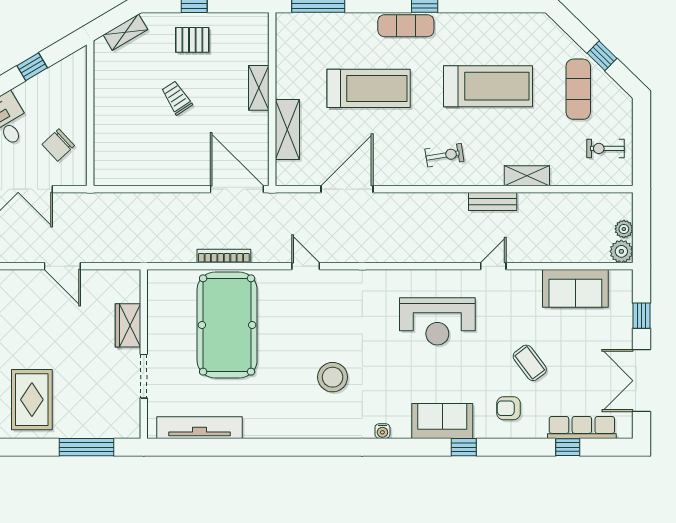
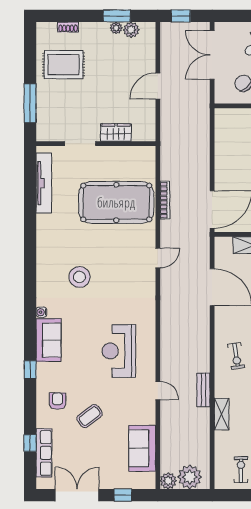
plant: (624, 229) -> (190, 477), width x1.88, depth x1.88
sofa: (442, 421) -> (49, 340), moved

